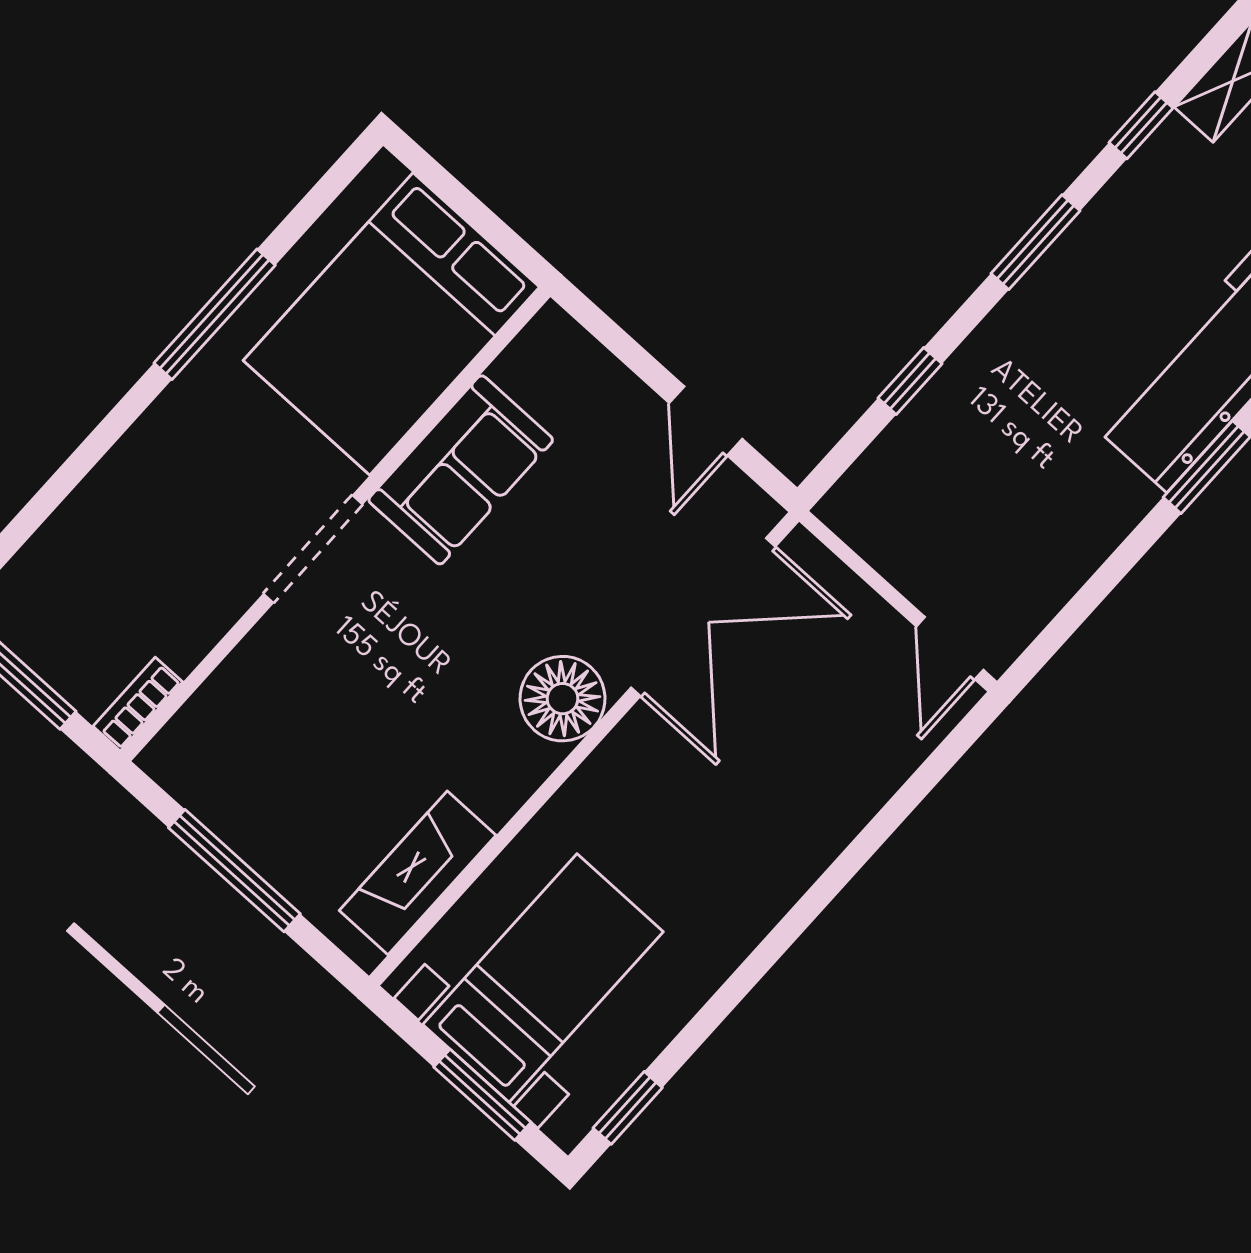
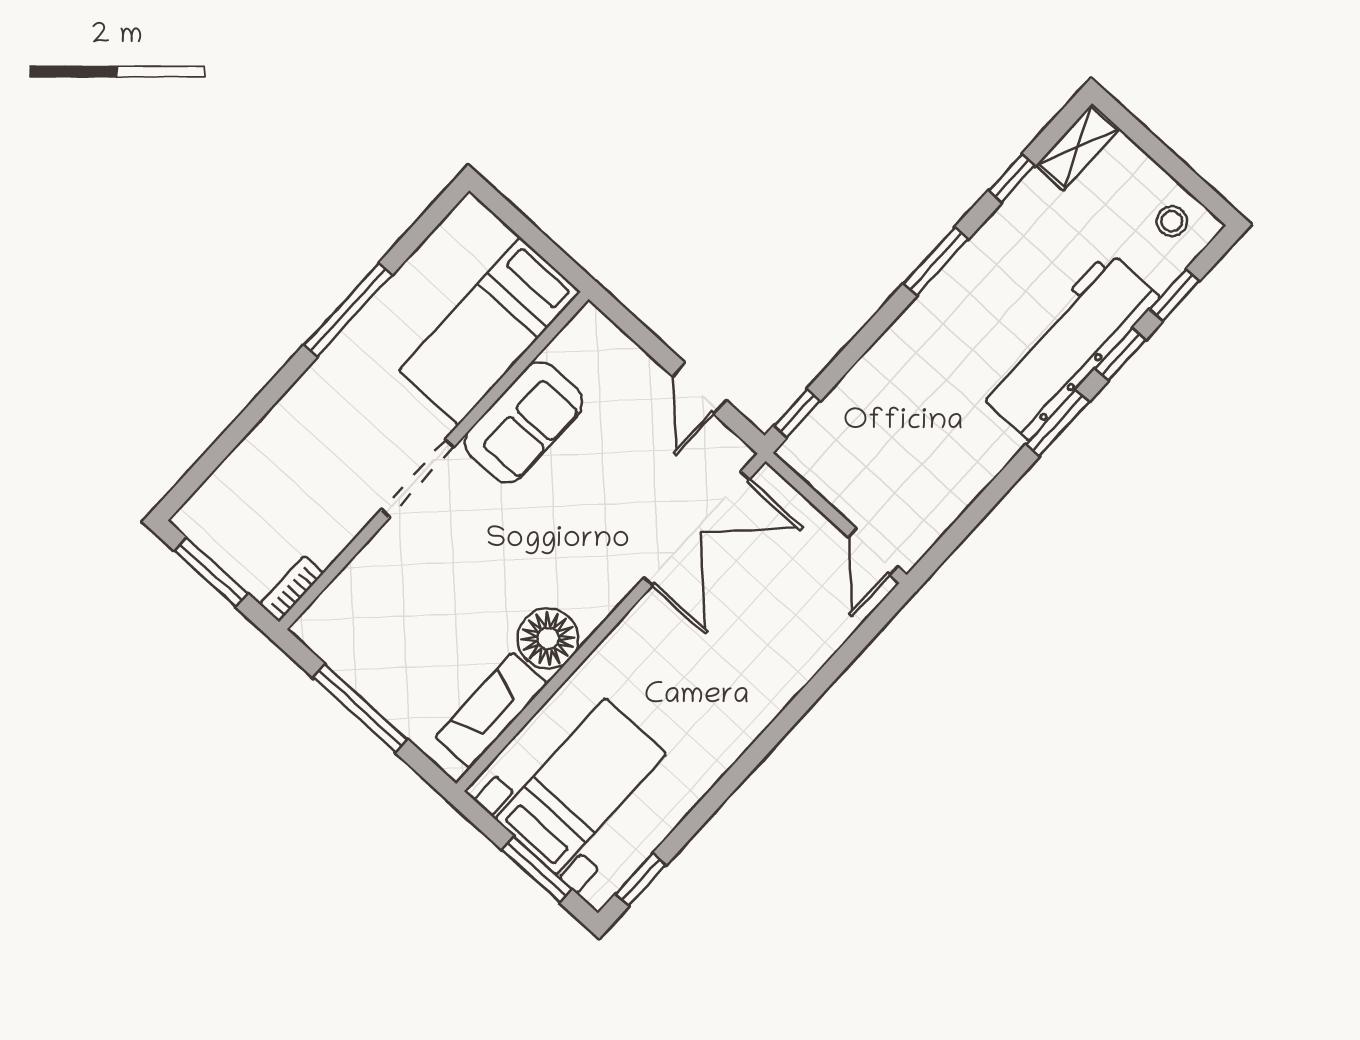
bed: (391, 324) -> (490, 331), width x0.67
window: (910, 381) -> (797, 413), moved
floor lamp: (563, 699) -> (548, 638), moved

